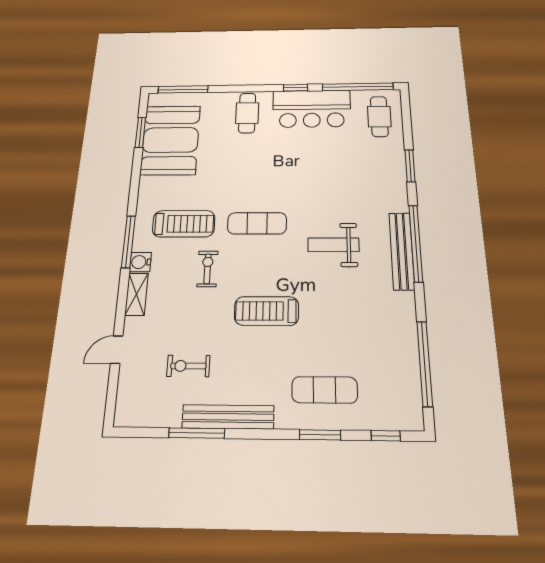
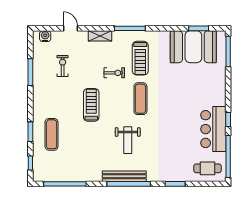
cafe table: (247, 113) -> (211, 91), removed
weight bench: (333, 245) -> (128, 140), turned 180
water cooler: (140, 262) -> (45, 36), moved
bench: (228, 417) -> (38, 87), removed

